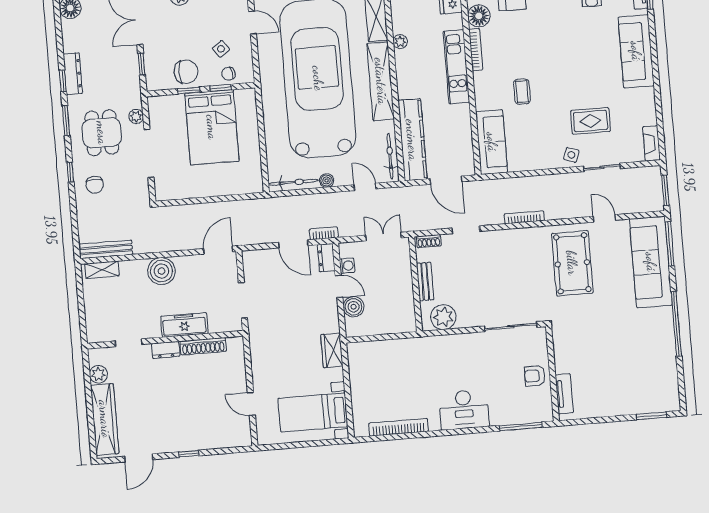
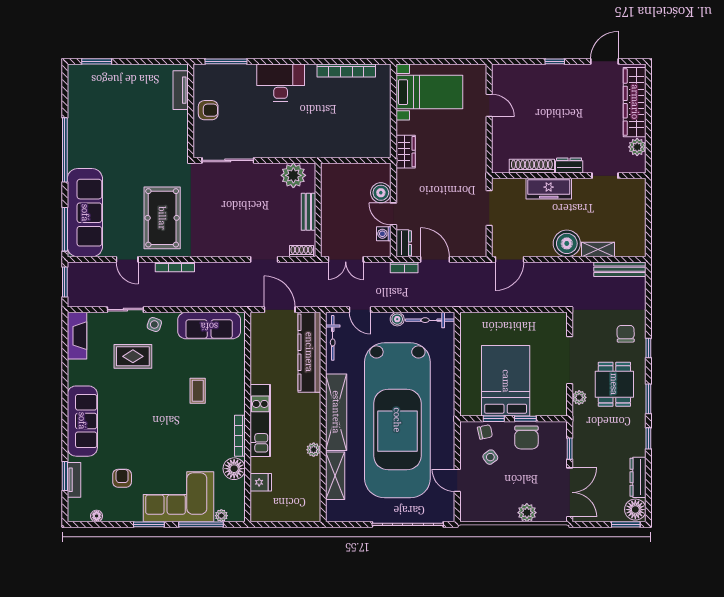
chair: (186, 72) -> (526, 437), turned -90
dresser: (73, 74) -> (638, 477), moved
sofa: (492, 142) -> (209, 326), moved, turned -90
fireplace: (651, 143) -> (77, 336), width x1.37, depth x1.32
bookcase: (524, 217) -> (175, 267), moved
shelving: (102, 270) -> (598, 249), moved

